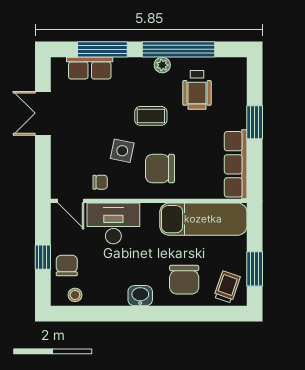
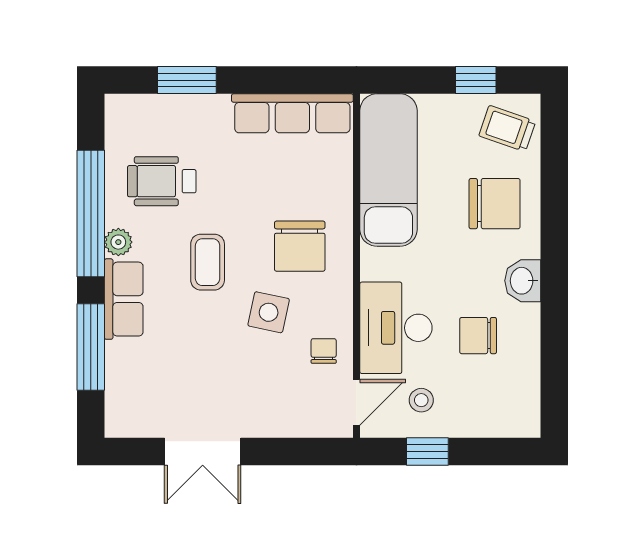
row of seats: (90, 68) -> (124, 299), moved
wheelchair: (197, 90) -> (162, 181), turned 180
window: (255, 122) -> (187, 80), moved
window: (43, 257) -> (427, 451), moved
chair: (67, 265) -> (478, 336), moved
window: (255, 269) -> (476, 80), width x0.67
stool: (75, 295) -> (421, 400), moved

